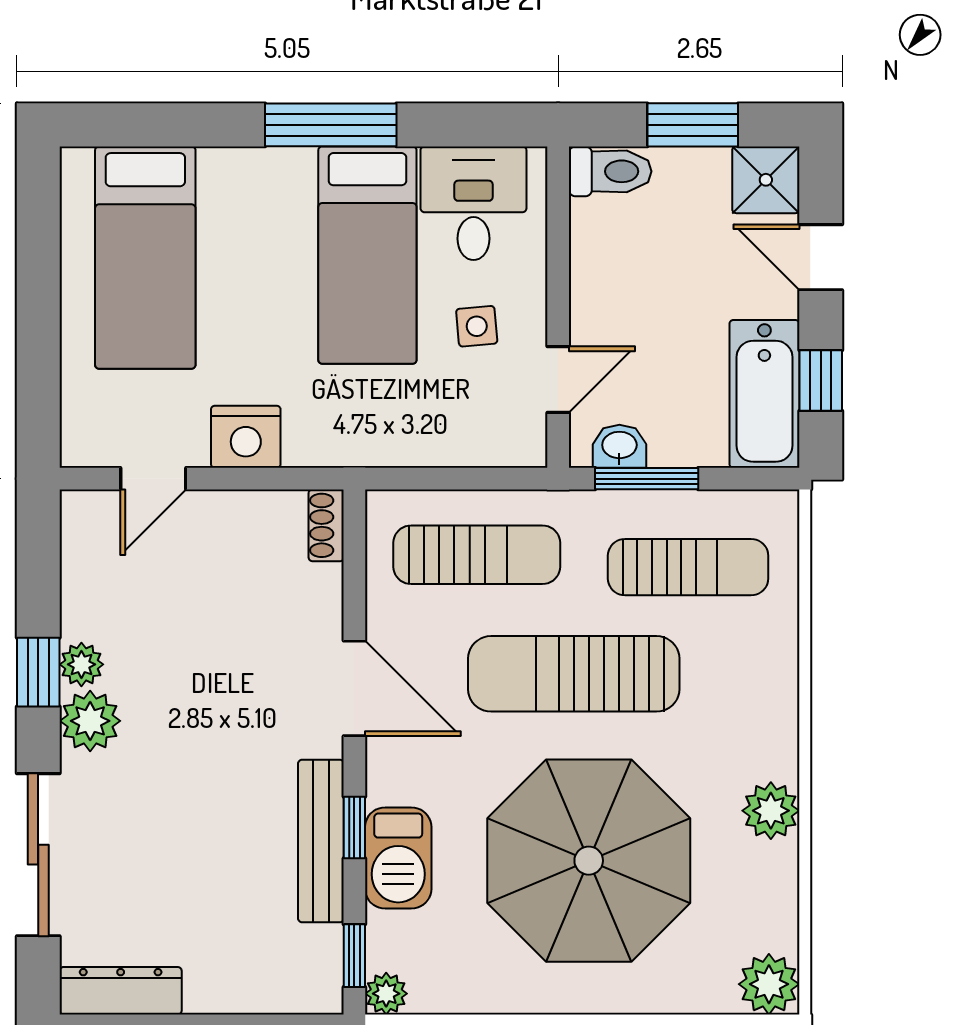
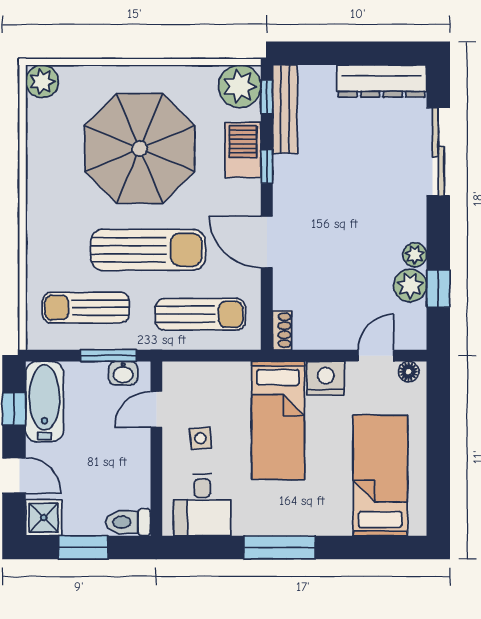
bed: (367, 255) -> (278, 420), moved, turned 180
floor lamp: (93, 449) -> (409, 372), added
sun lounger: (477, 555) -> (200, 314), turned 180
window: (38, 672) -> (438, 289), moved
plant: (90, 721) -> (410, 285), moved
plant: (771, 811) -> (41, 176), removed
bench: (321, 841) -> (285, 109), moved
dresser: (121, 991) -> (381, 81), width x1.37, depth x1.24
plant: (386, 994) -> (240, 86), width x1.88, depth x1.88

